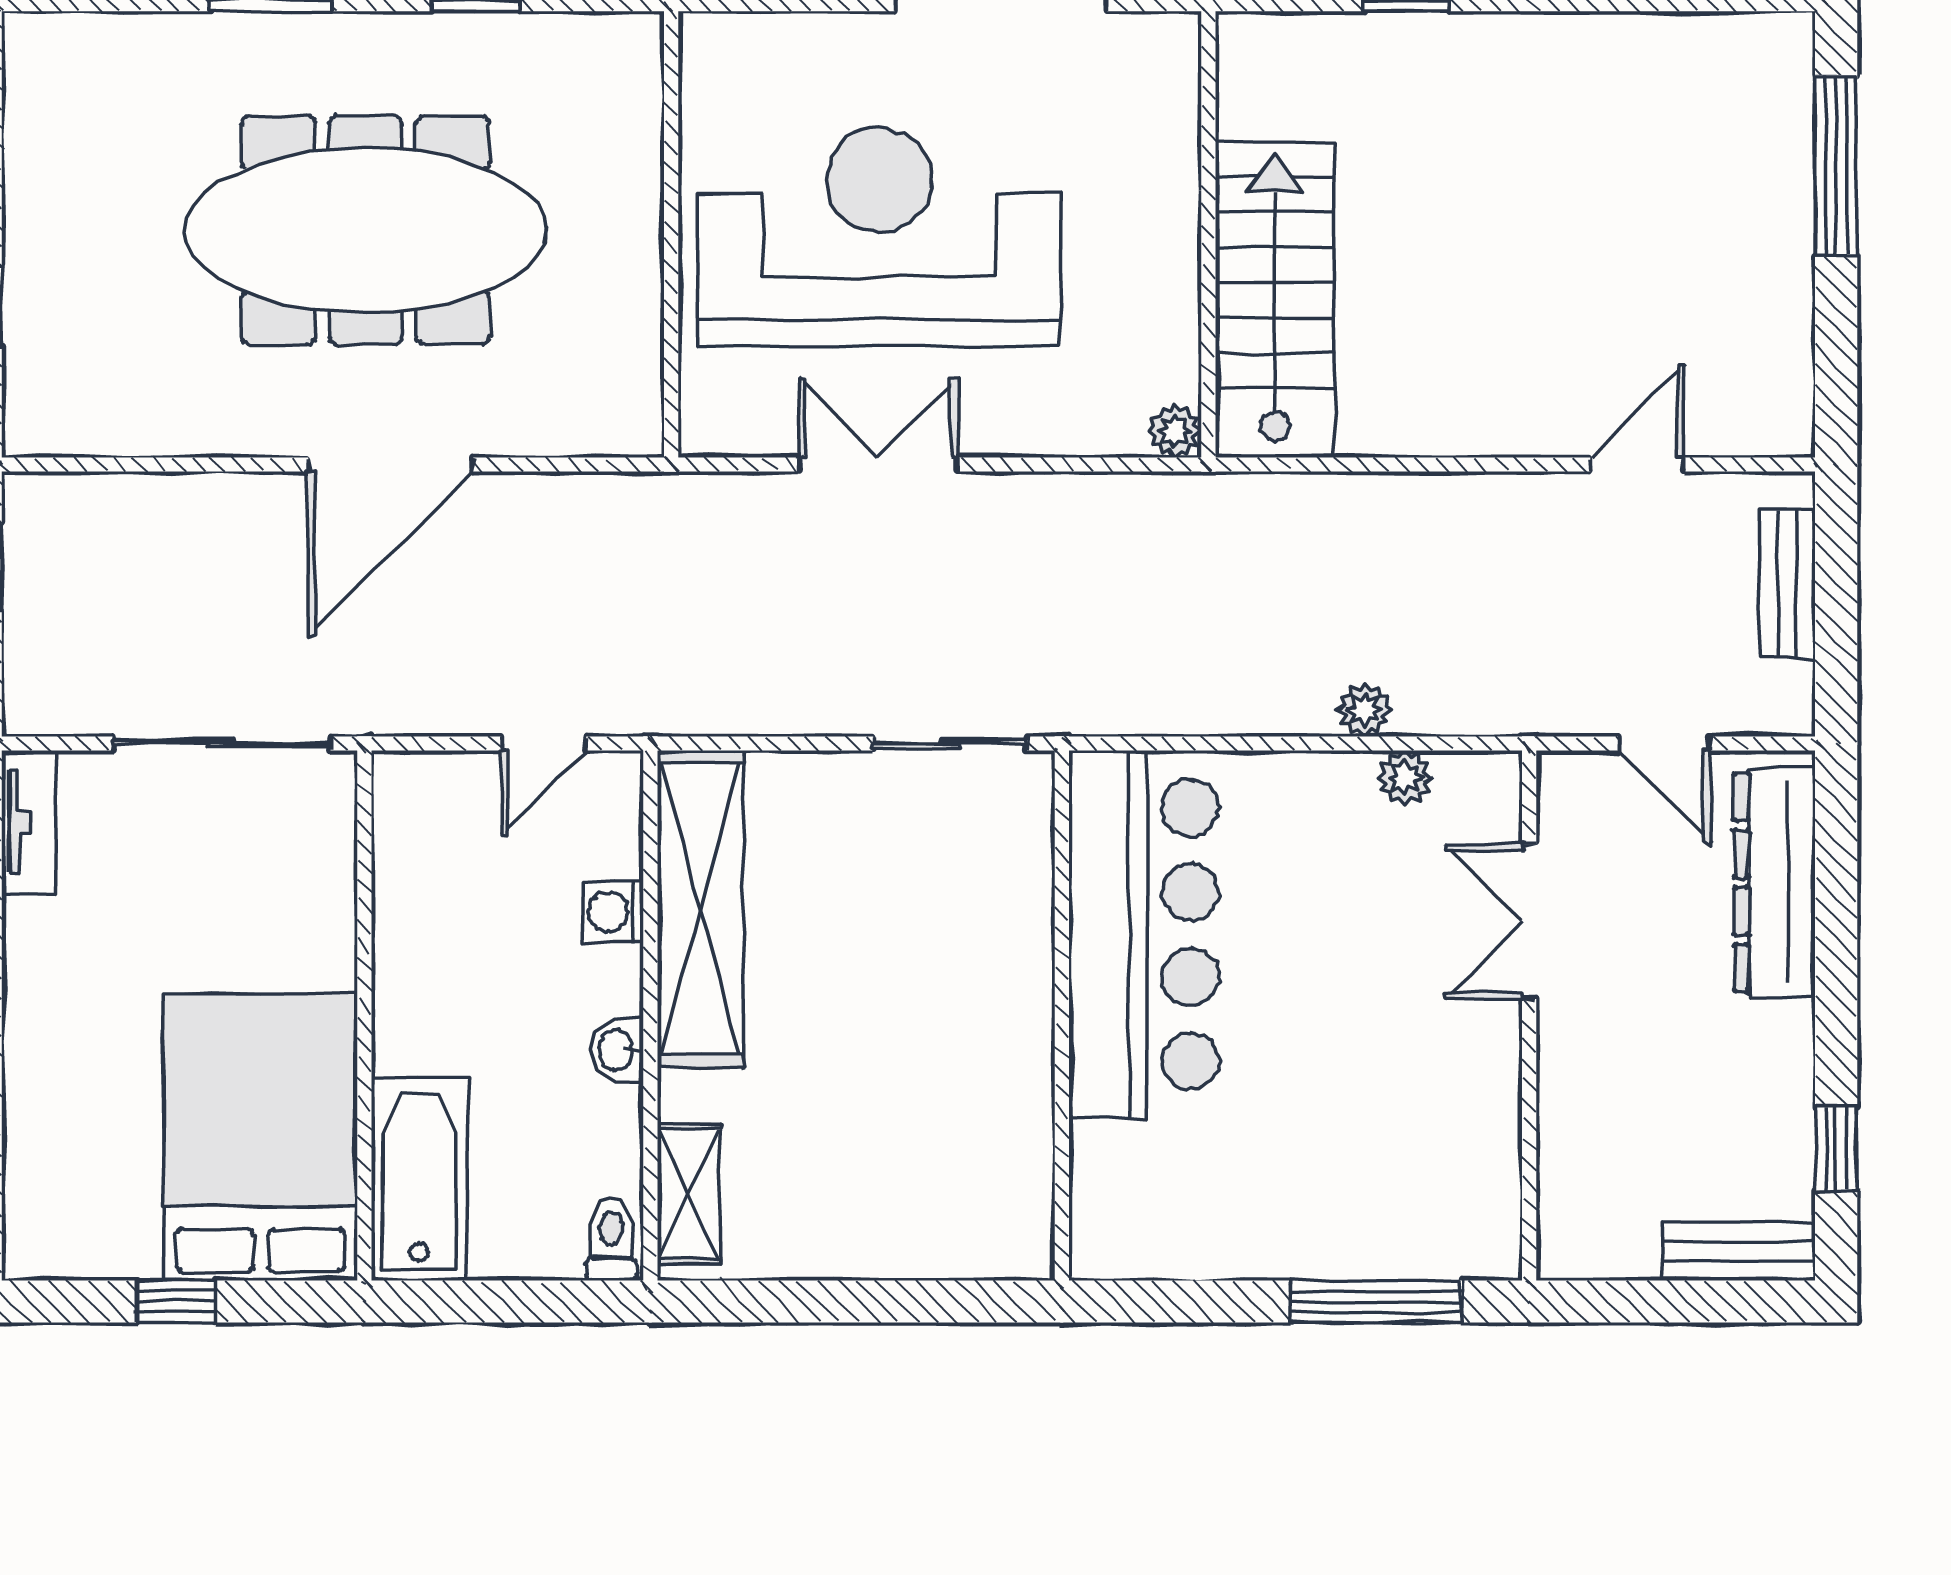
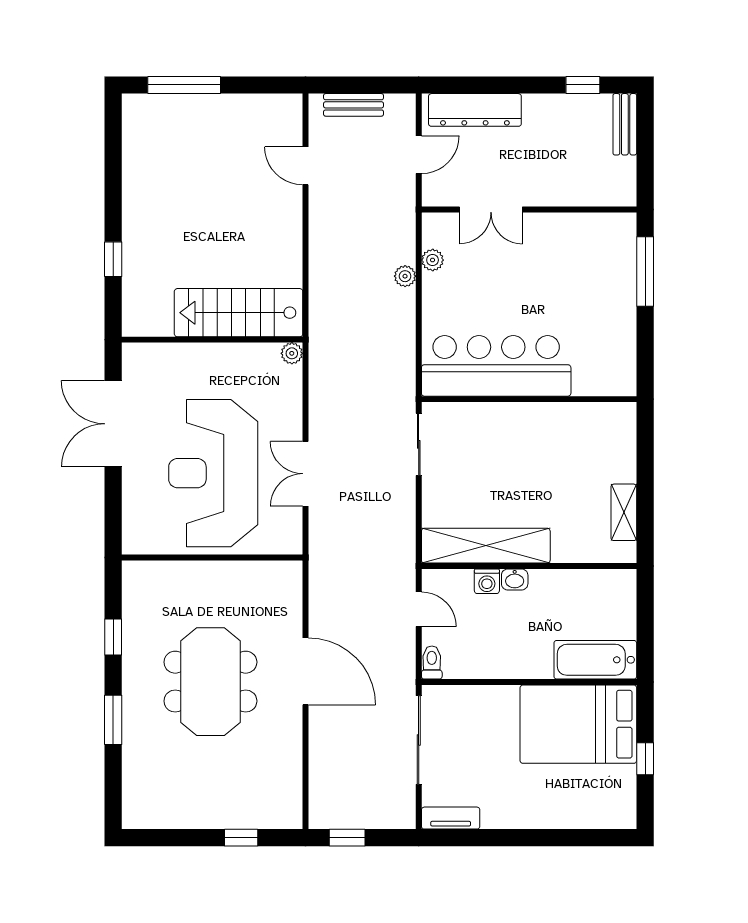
meeting table: (365, 230) -> (210, 682), width x0.73
washbasin: (617, 1050) -> (515, 579), moved
shelving: (689, 1194) -> (624, 512), moved, turned 90
toilet: (611, 1239) -> (432, 663), moved, turned 90

